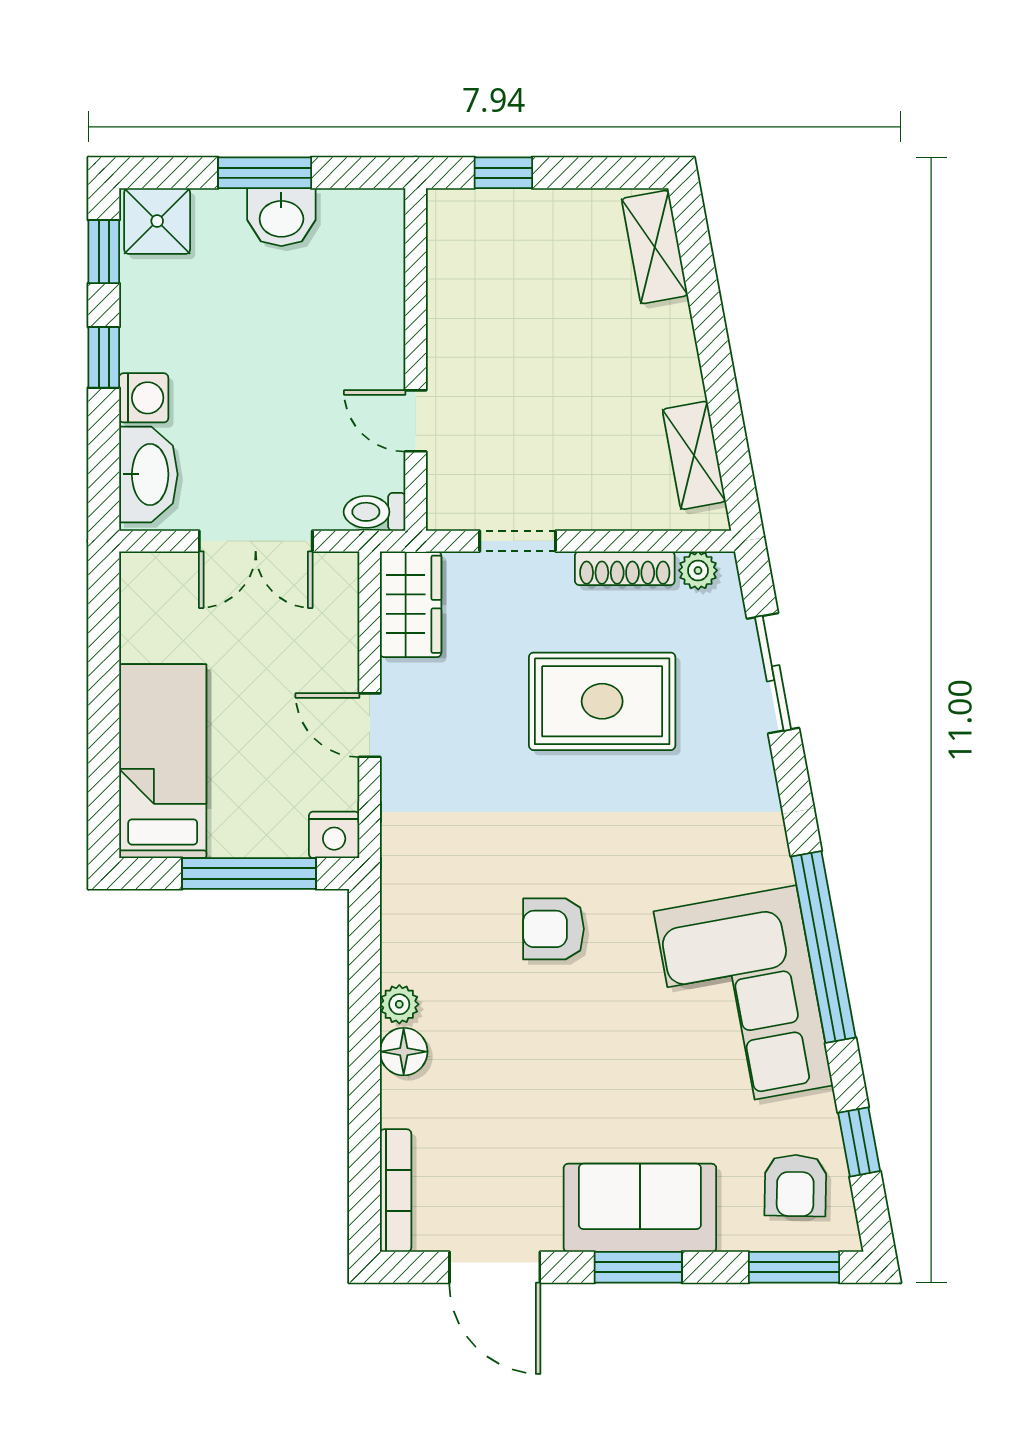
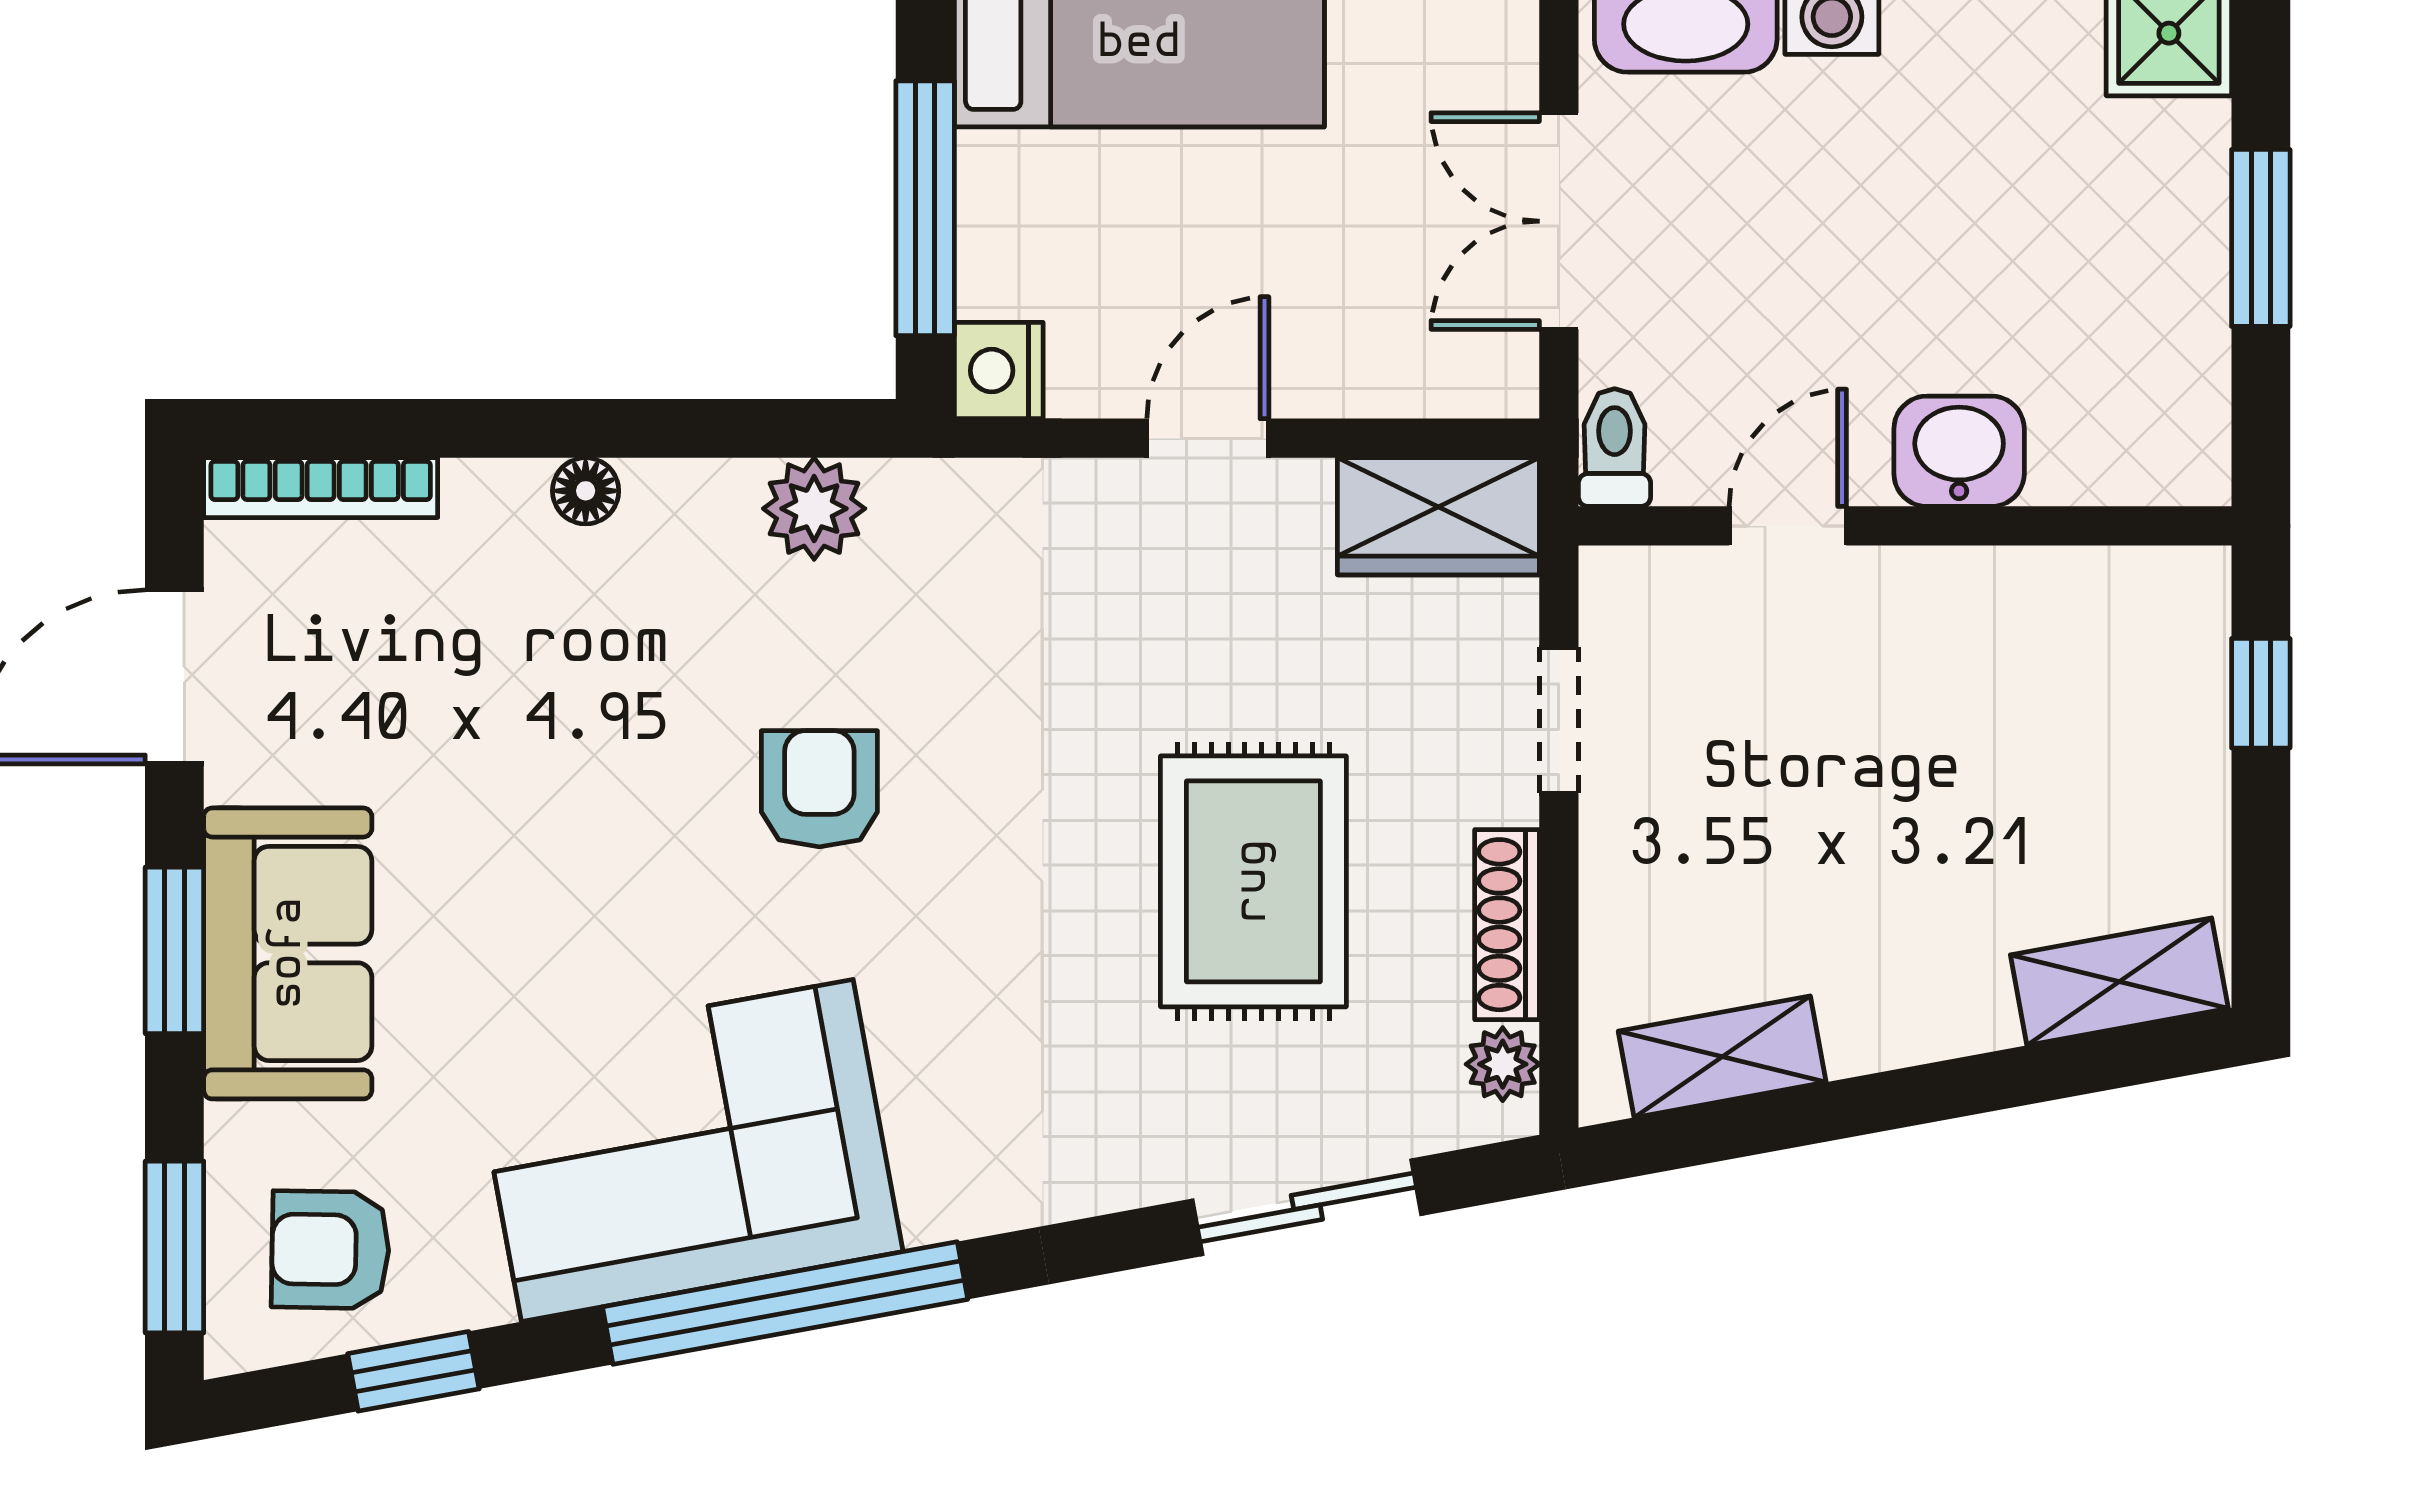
washbasin: (281, 217) -> (1959, 451), moved, turned 90
plant: (399, 1004) -> (814, 509), moved, width x1.38, depth x1.38
floor lamp: (404, 1052) -> (586, 491), width x0.73, depth x0.73

